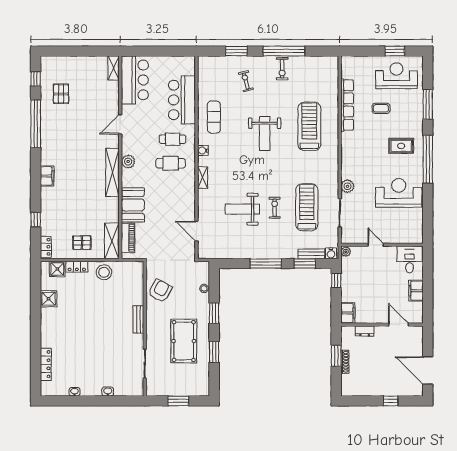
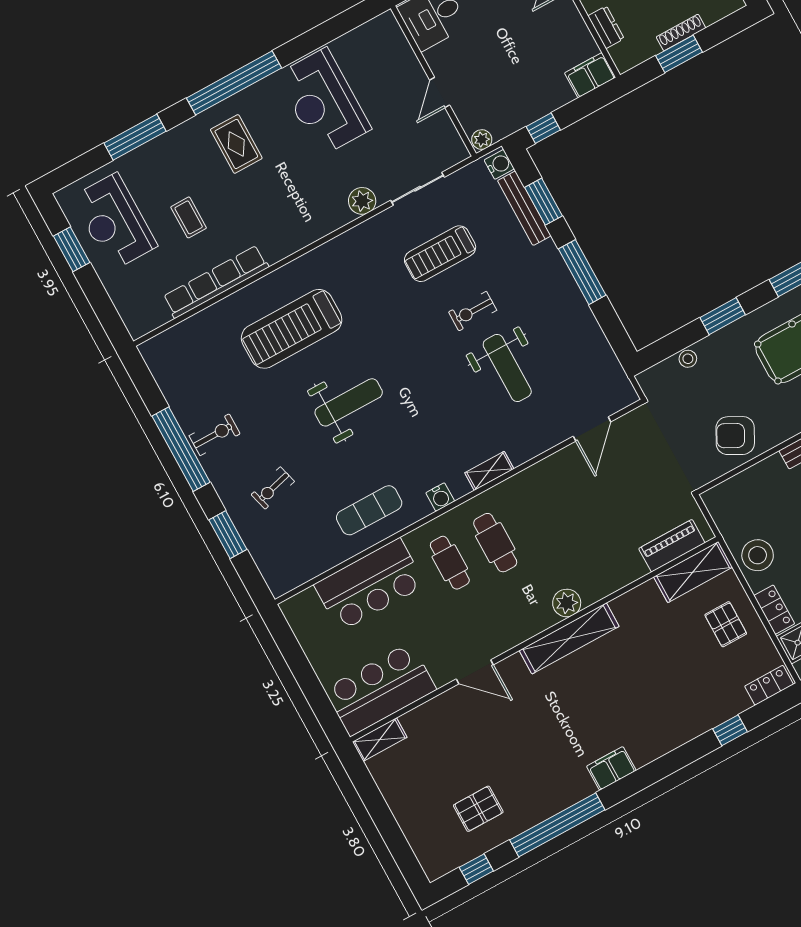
plant: (128, 162) -> (567, 603), moved
filing cabinet: (47, 176) -> (611, 768), moved
booth: (133, 205) -> (608, 569), removed
treadmill: (307, 207) -> (440, 254), width x0.73, depth x0.73
bench: (311, 254) -> (524, 208), width x1.36

